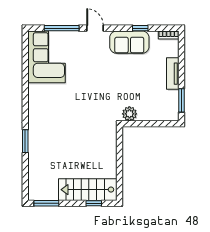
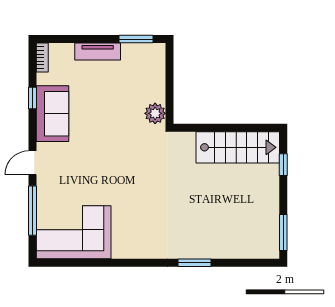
stairs: (88, 190) -> (238, 147), moved, turned -90

